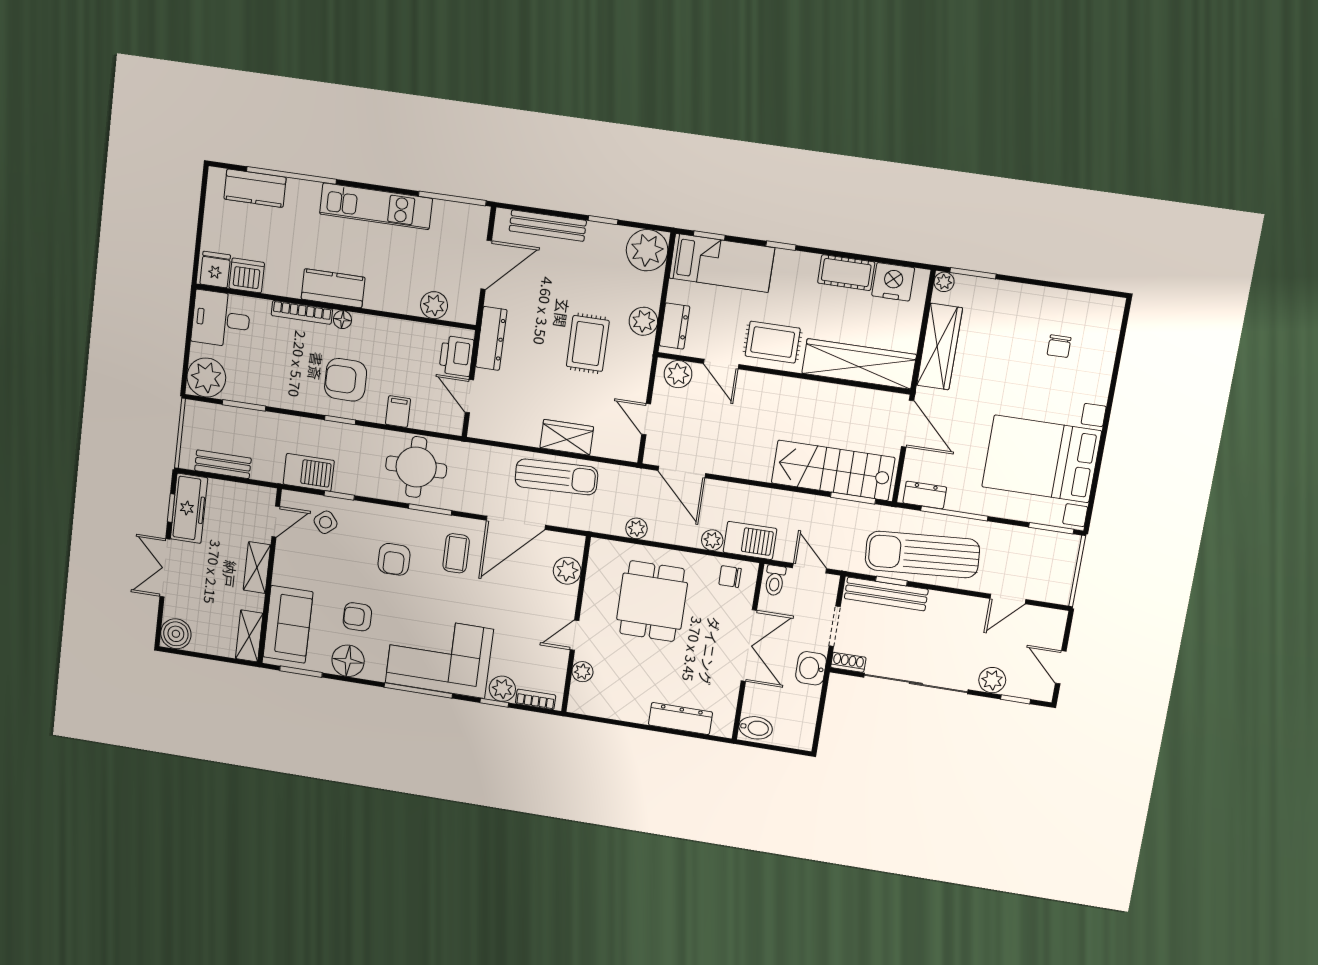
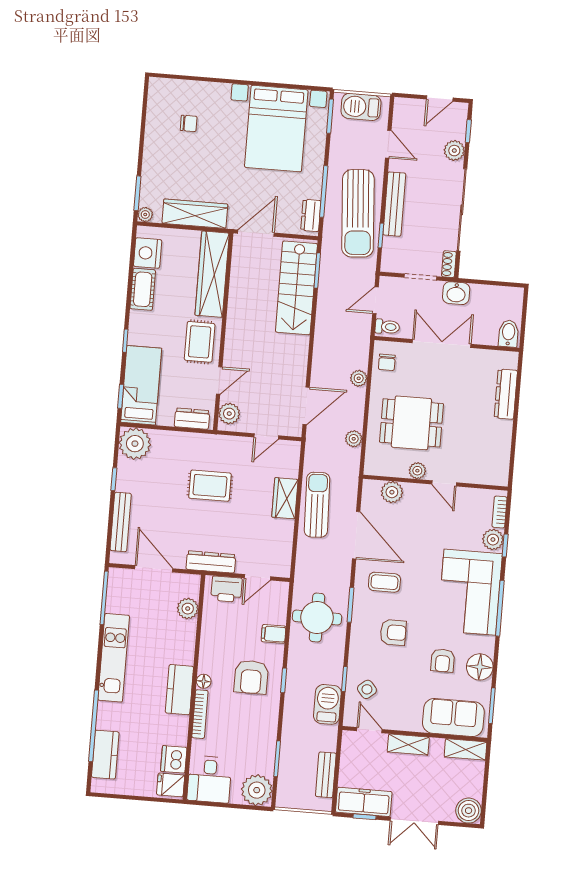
plant: (643, 321) -> (190, 443), removed
barbecue: (750, 540) -> (361, 107), moved, turned -90
bench: (886, 594) -> (394, 204), moved
plant: (582, 672) -> (417, 471), moved

